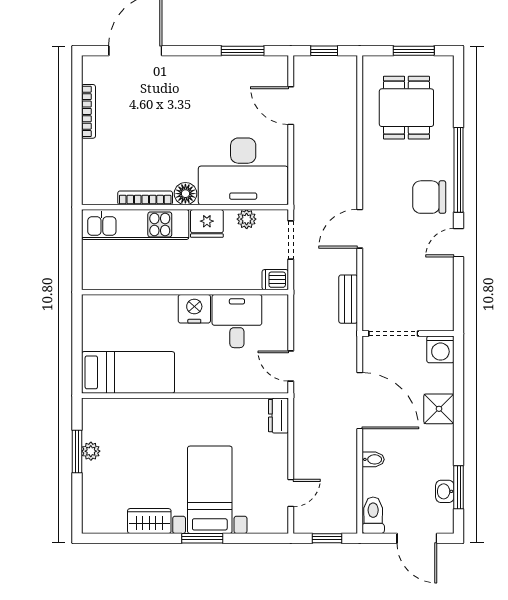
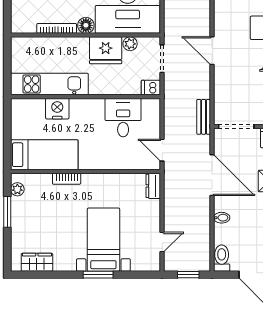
fridge: (207, 223) -> (106, 50), width x1.36, depth x1.34
kitchen unit: (135, 225) -> (49, 84), moved, turned 180
door: (360, 229) -> (212, 51), hinge flipped
bench: (348, 299) -> (204, 117), moved
nightstand: (194, 309) -> (57, 109), moved
bookcase: (159, 406) -> (67, 179), added
plant: (91, 451) -> (17, 189), moved
wardrobe: (149, 521) -> (37, 262), moved

